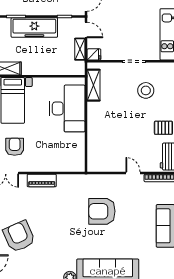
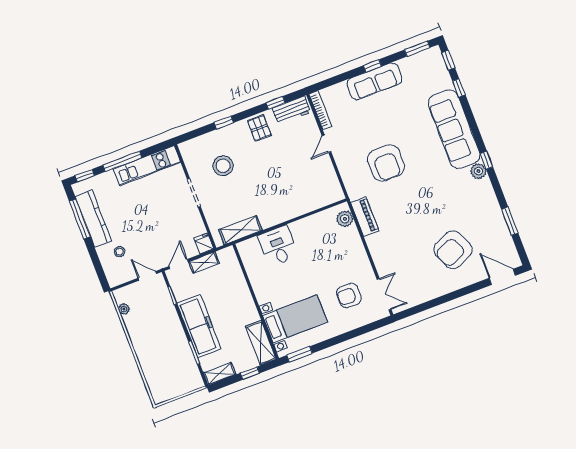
desk: (67, 108) -> (278, 246), width x0.53, depth x0.77
plant: (72, 165) -> (345, 219), added
piano: (42, 180) -> (365, 217), moved

